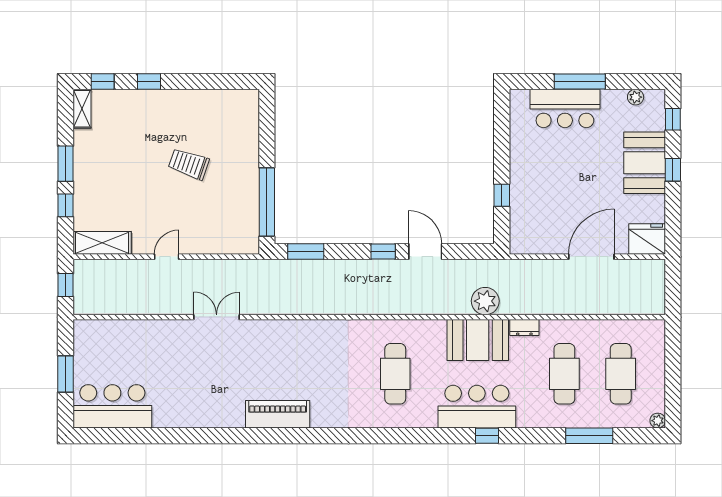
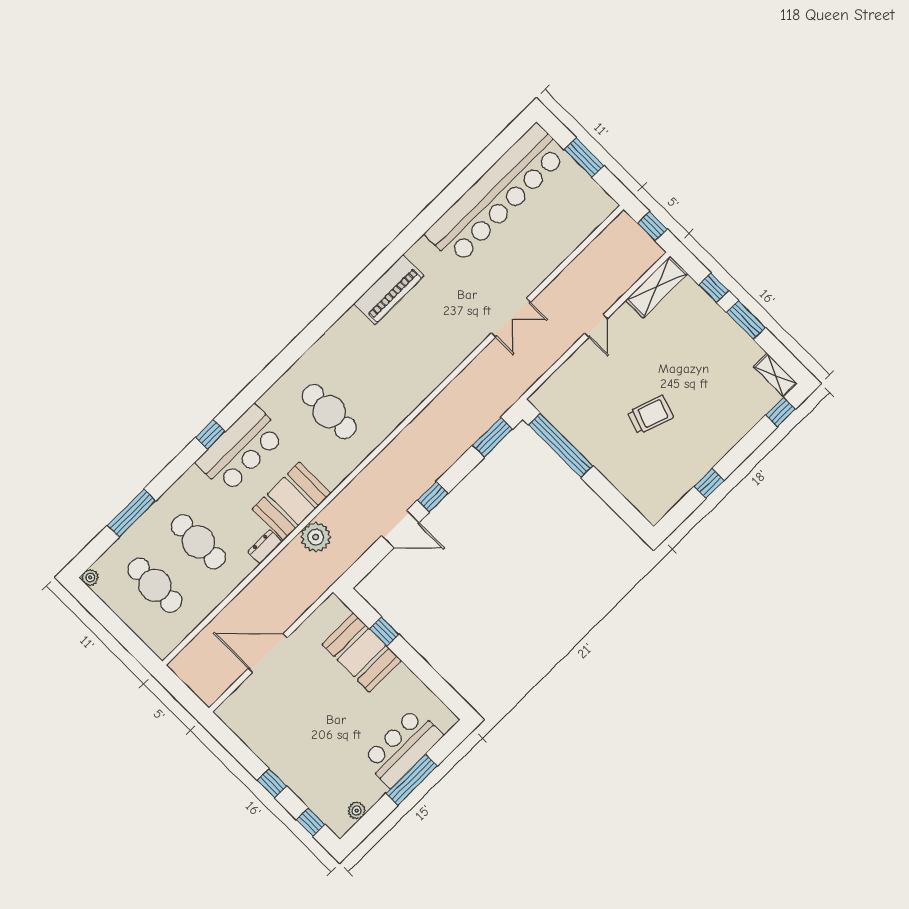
window: (149, 81) -> (709, 483), moved
booth: (645, 163) -> (362, 652), moved
fridge: (647, 239) -> (238, 710), removed
door: (591, 257) -> (268, 653), swing flipped
bar counter: (112, 406) -> (497, 194), width x1.86

